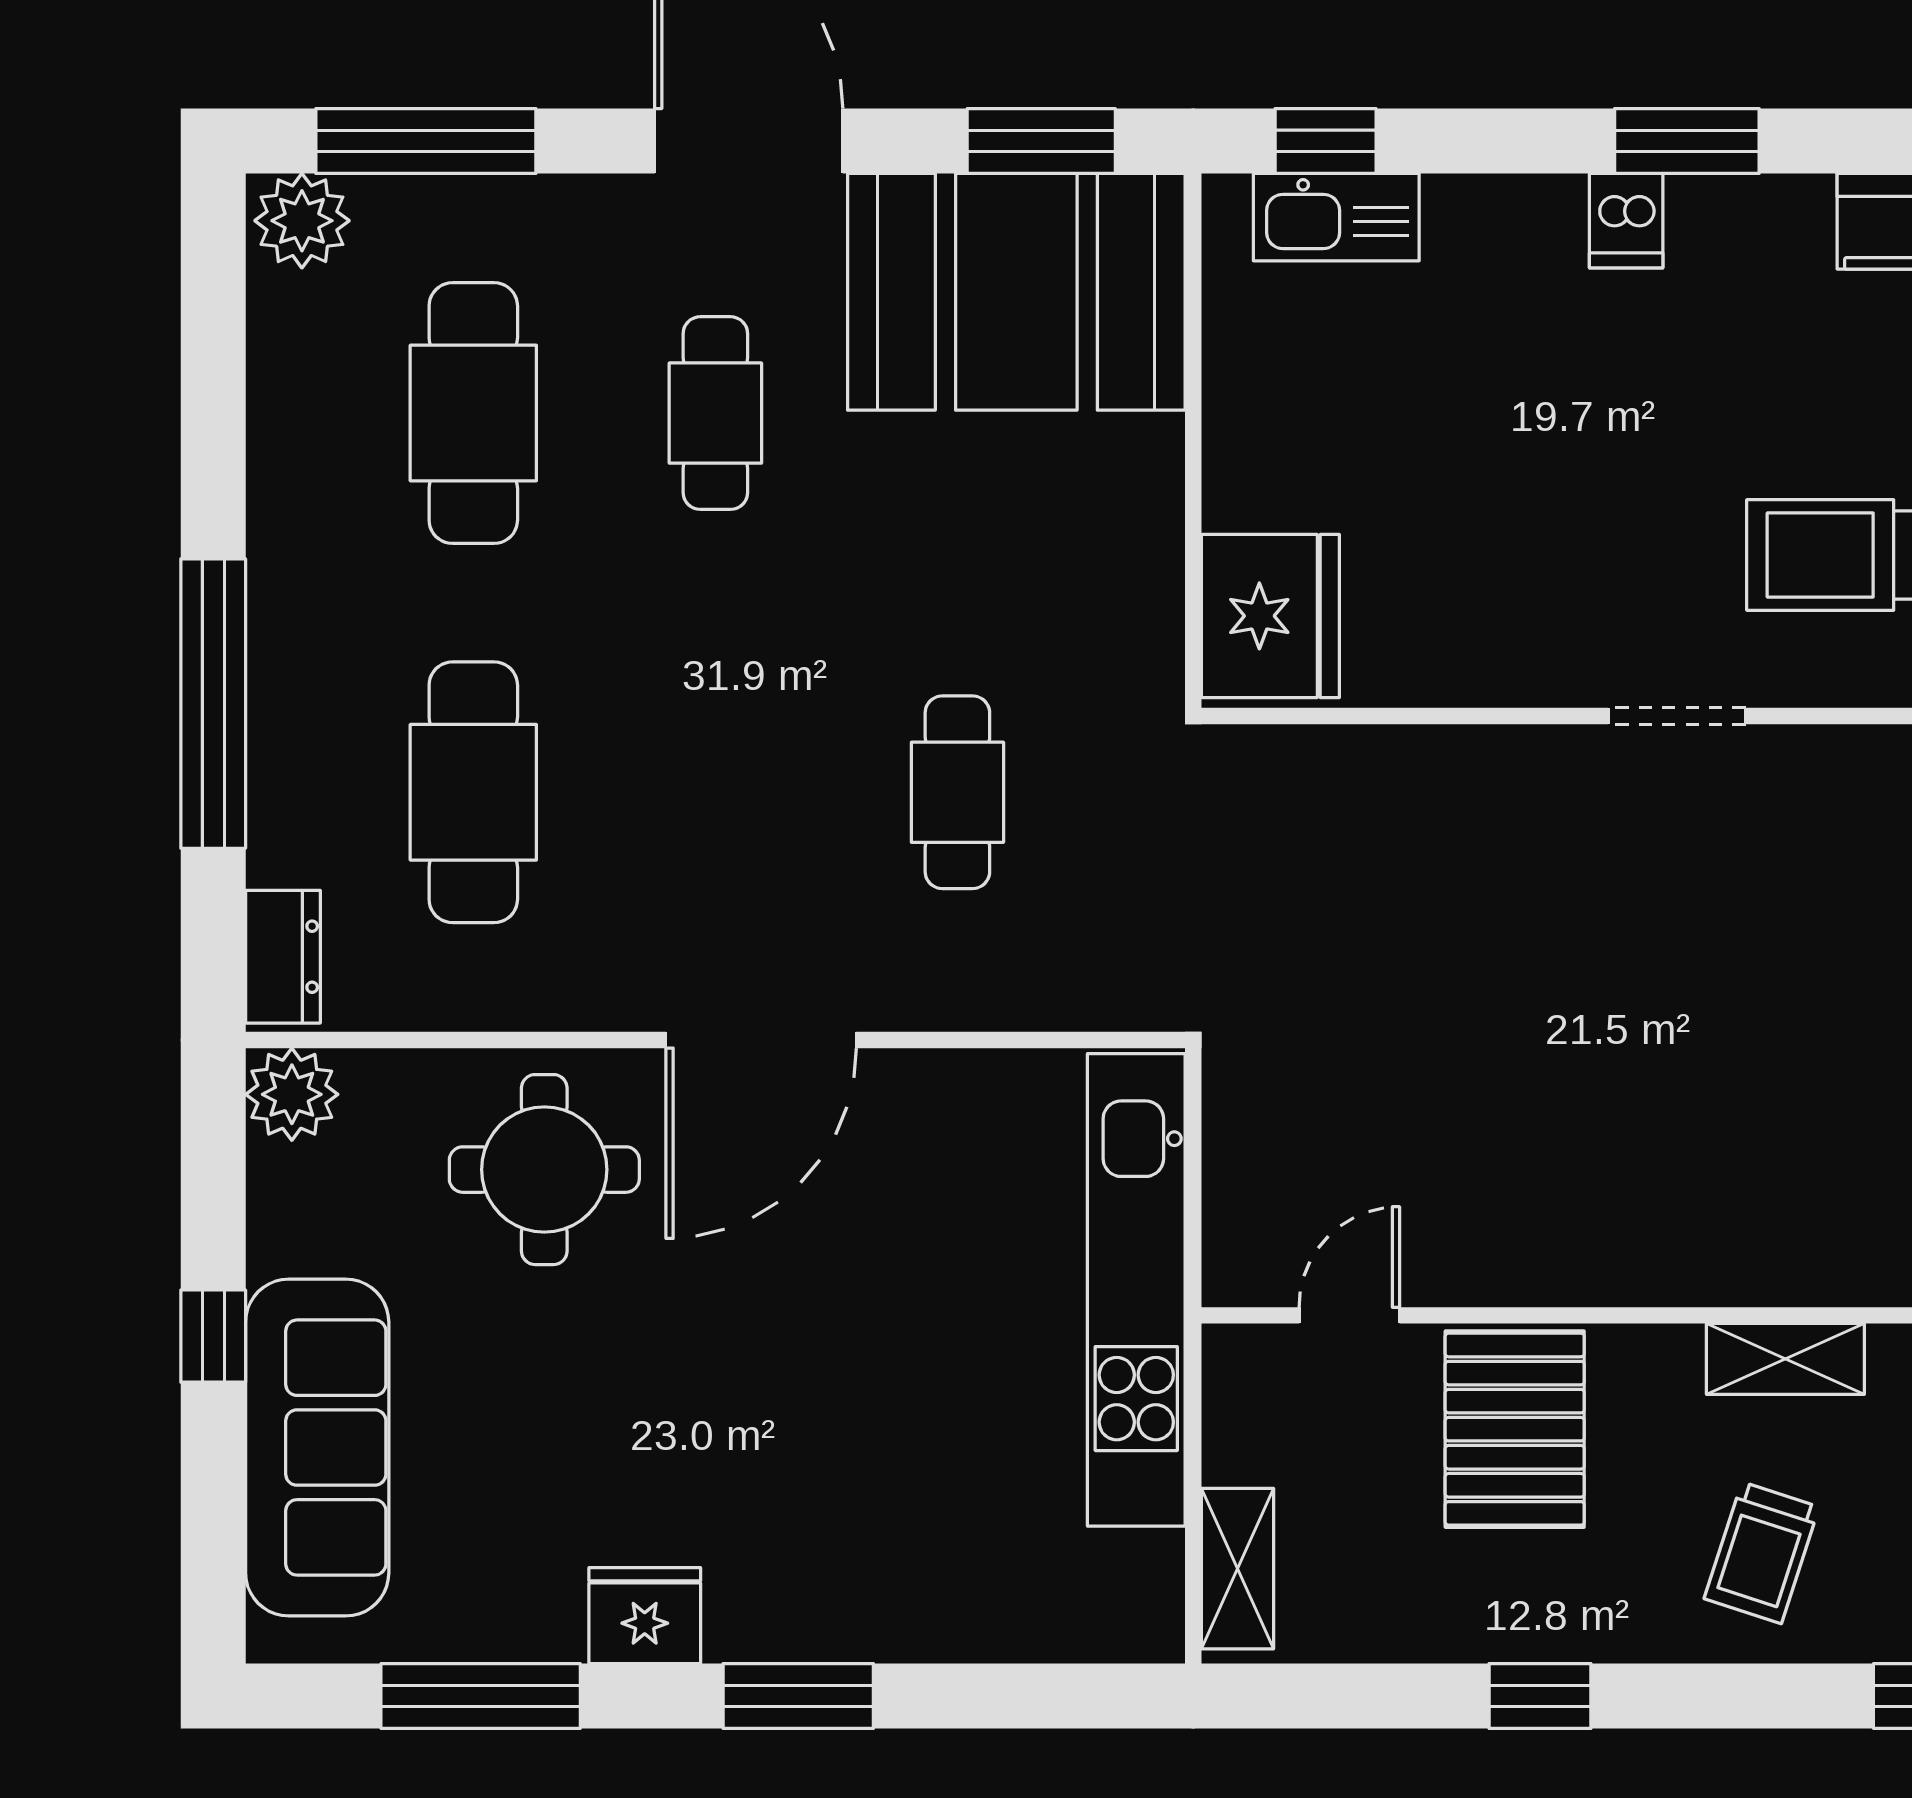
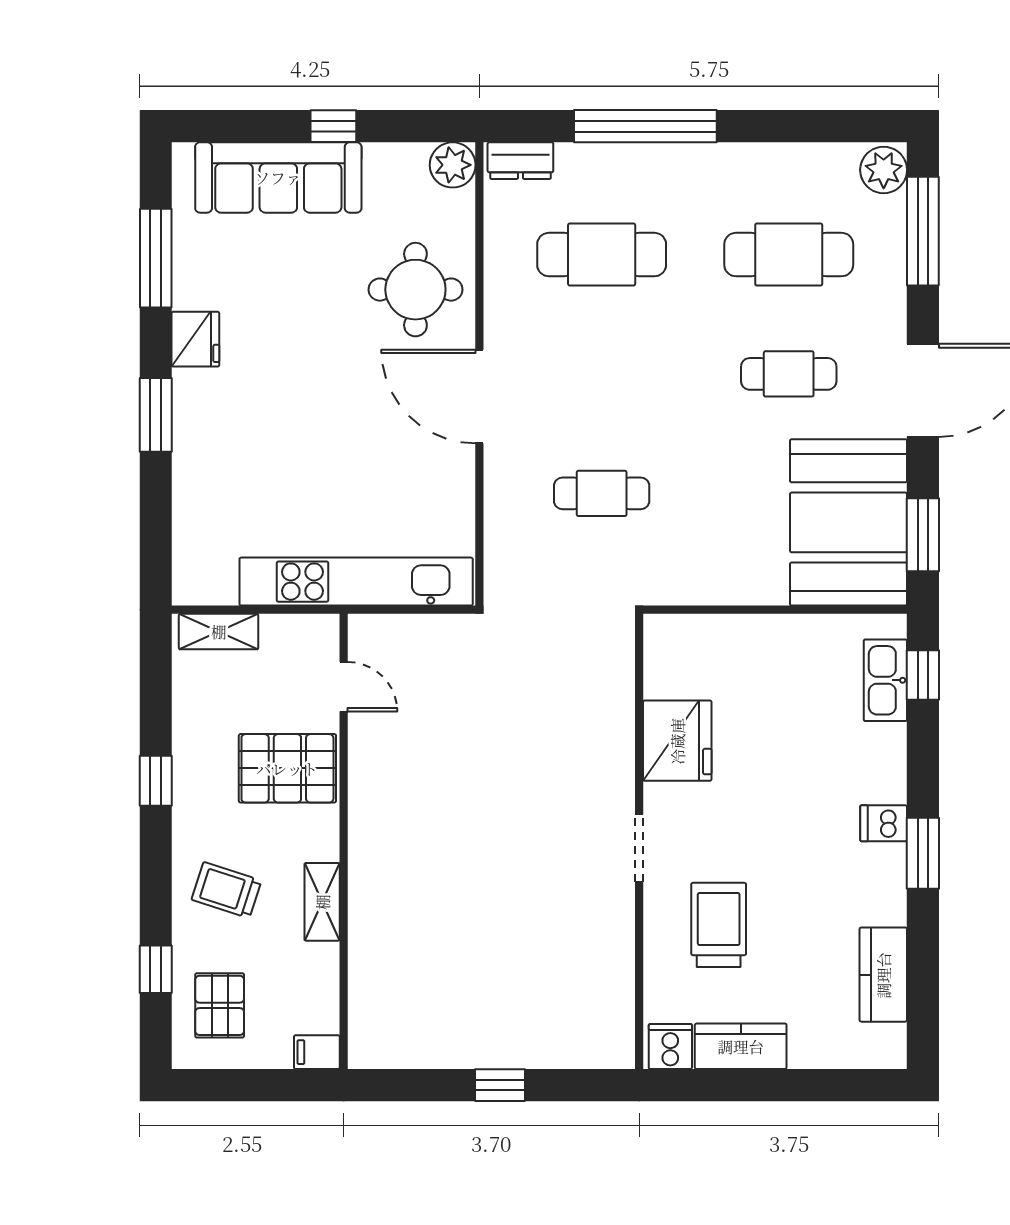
fridge: (1270, 616) -> (677, 741), moved, turned -90

